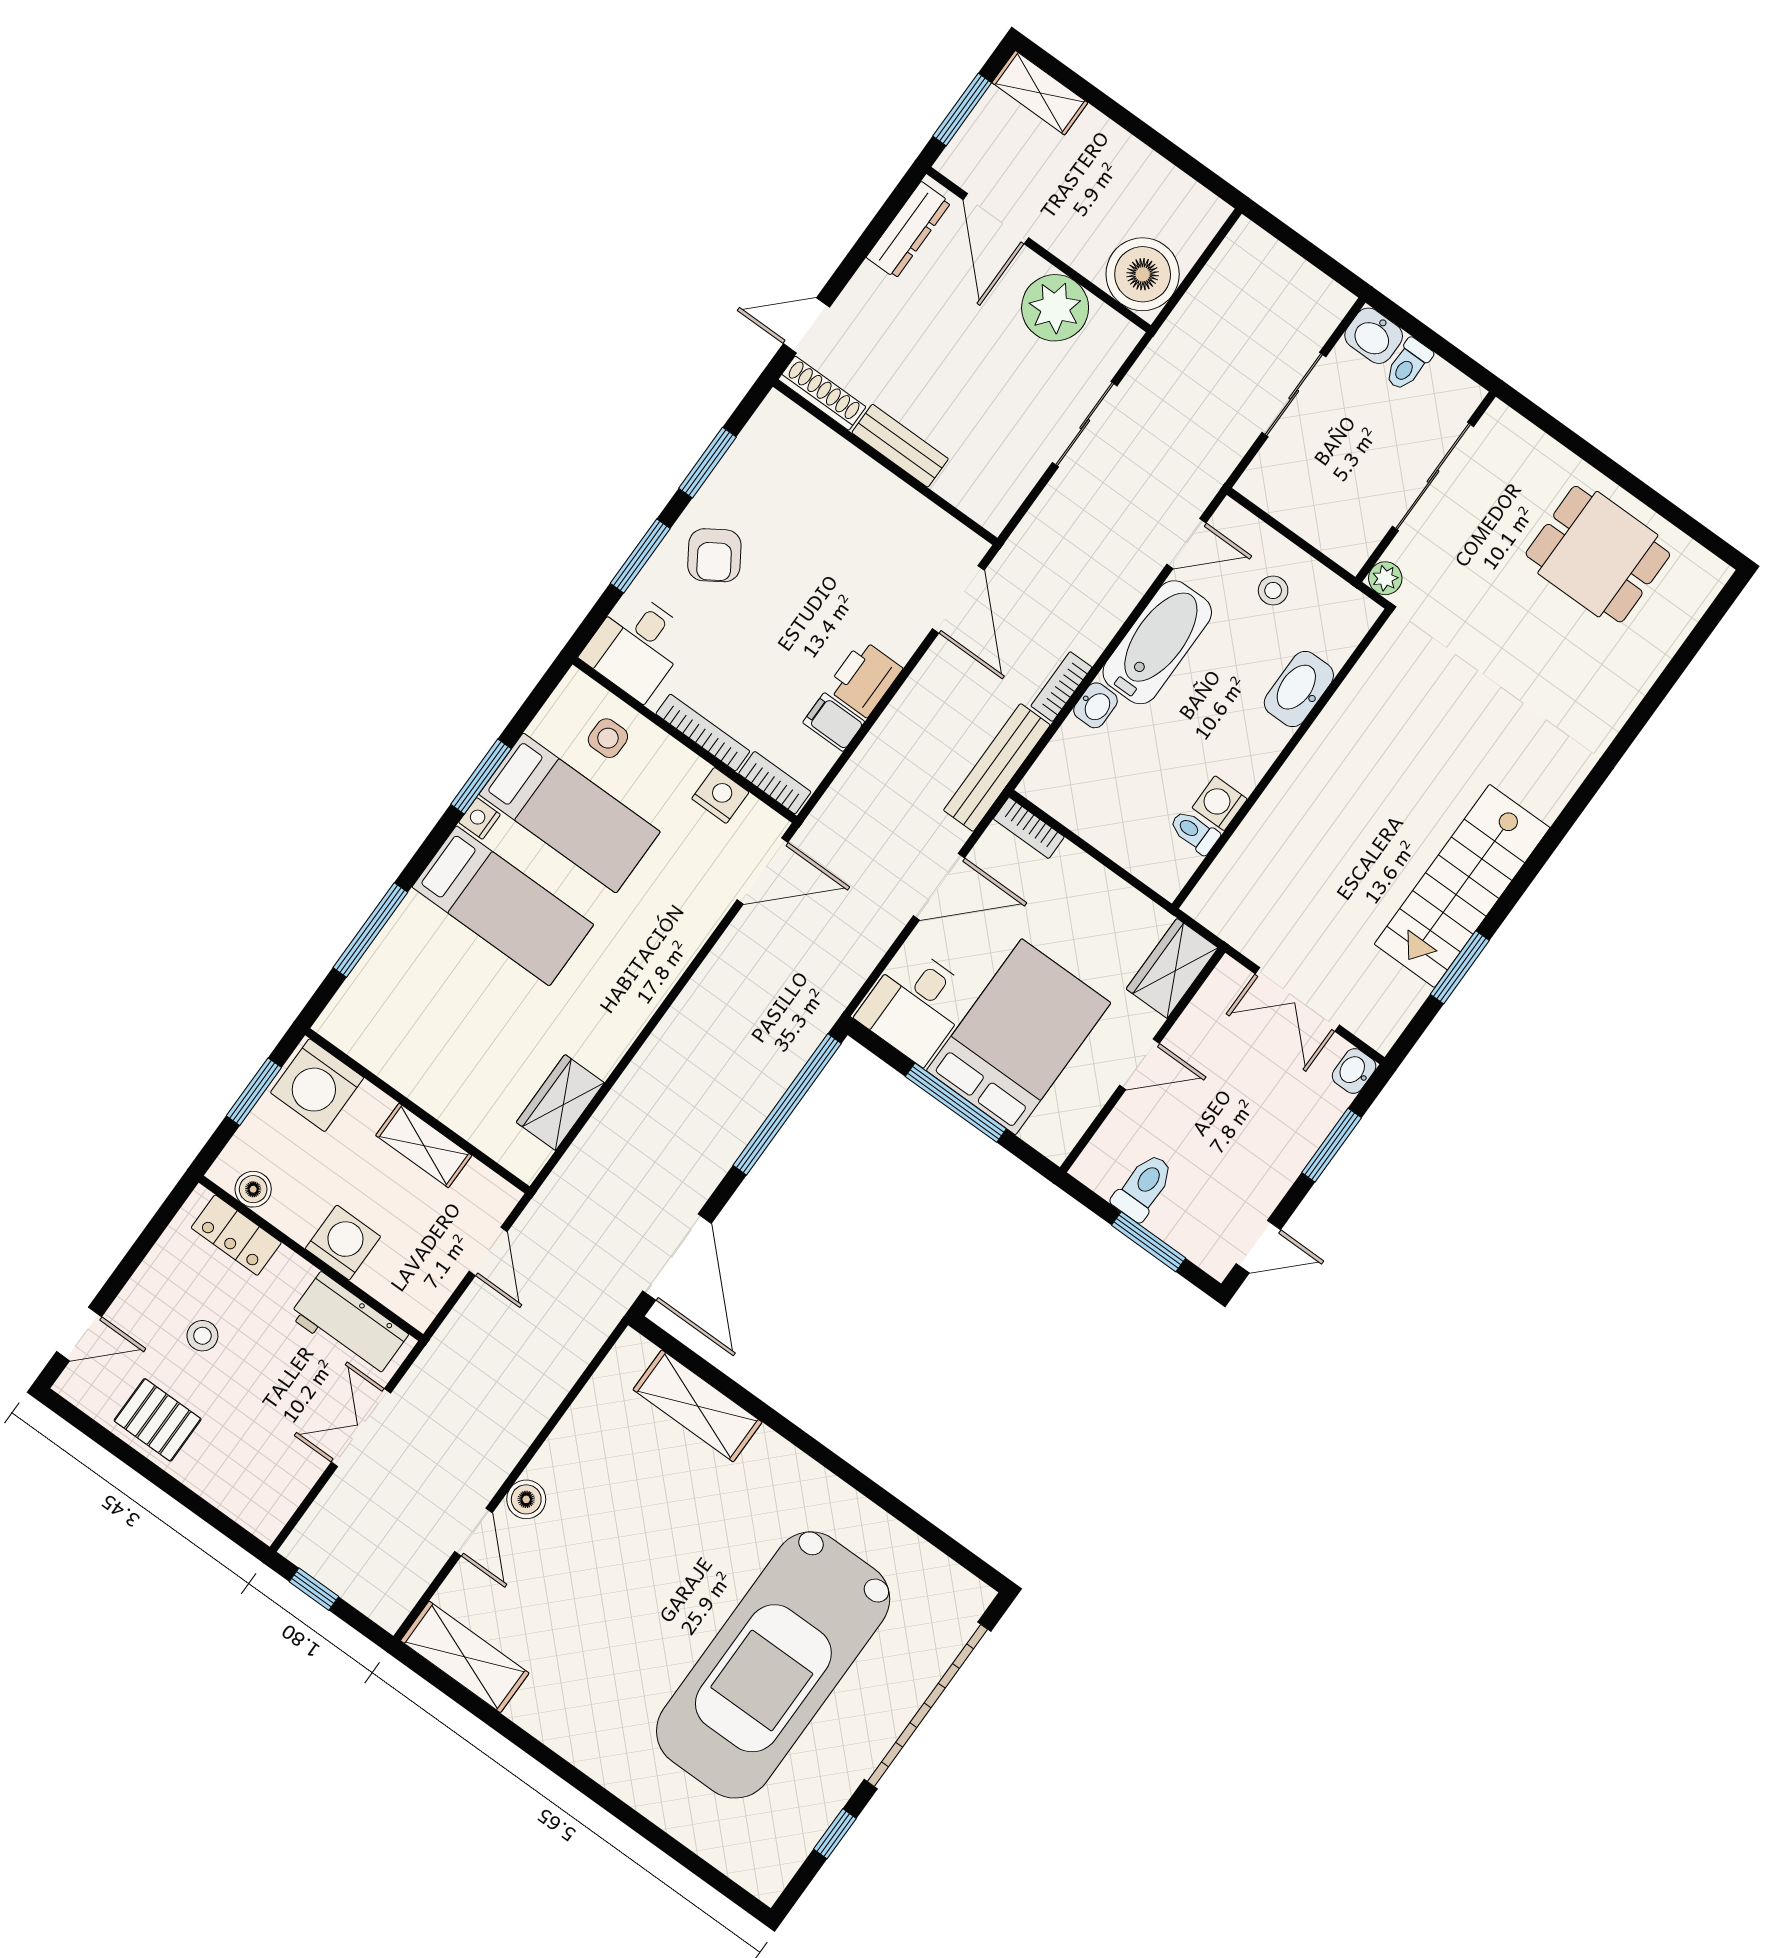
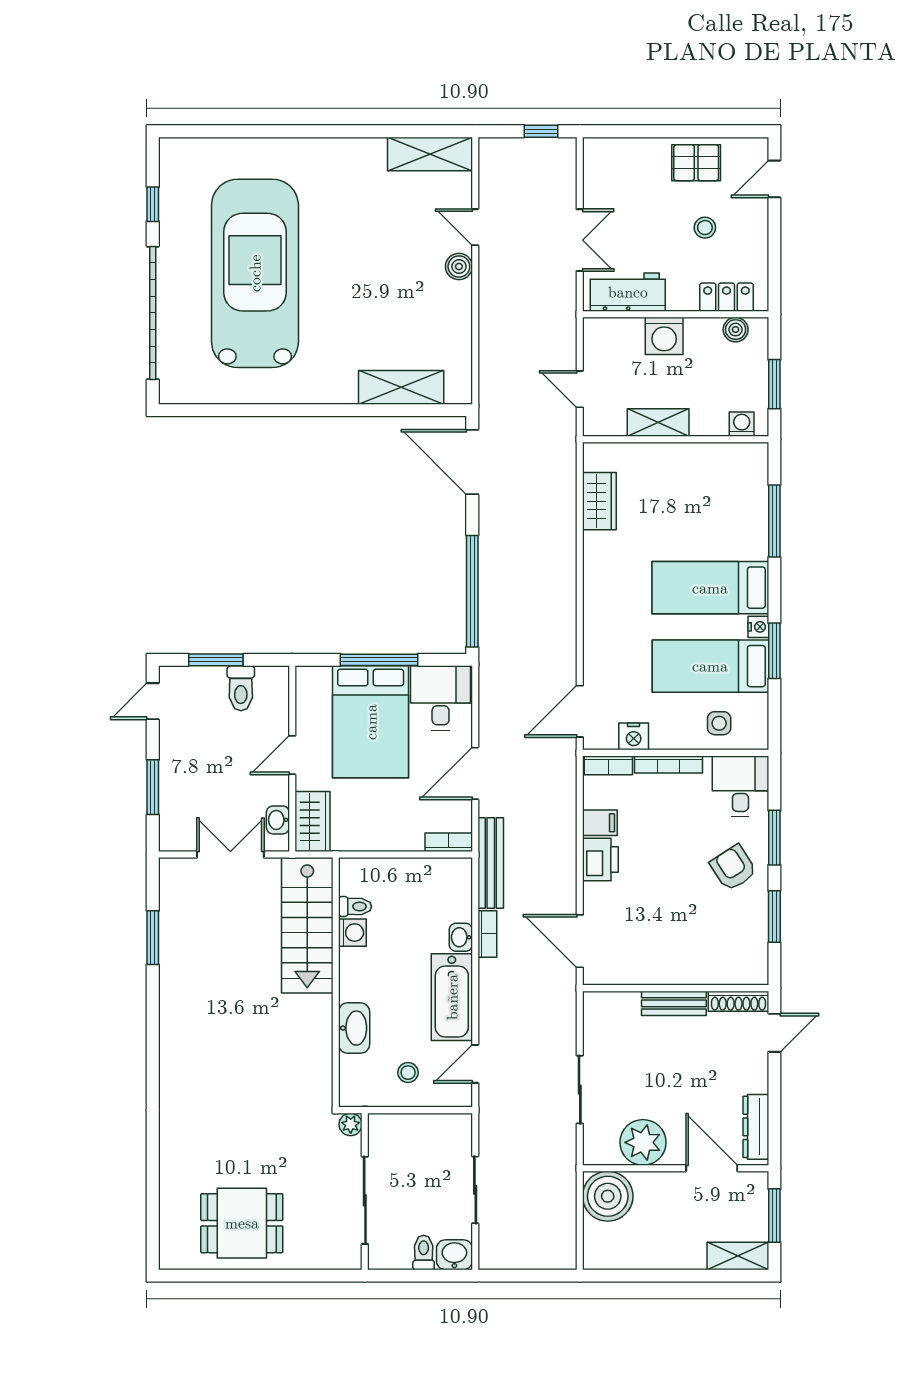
stairs: (1462, 886) -> (307, 925), moved, turned 180
washbasin: (1354, 1071) -> (278, 820), moved, turned 180
washing machine: (317, 1085) -> (742, 424), width x0.53, depth x0.53

